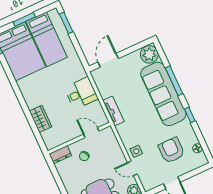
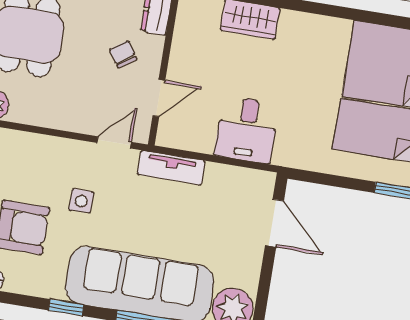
side table: (136, 151) -> (81, 201), moved
door: (132, 168) -> (114, 142), moved

